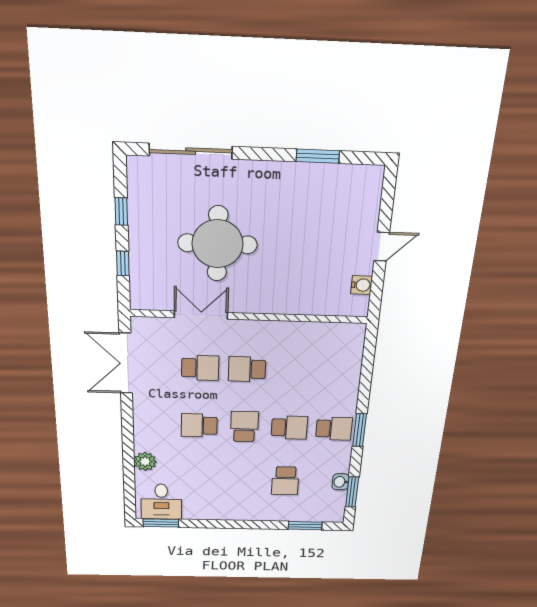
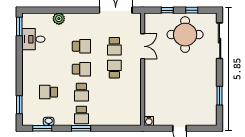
round table: (218, 244) -> (185, 35), moved
water cooler: (362, 285) -> (149, 121), moved
school desk: (199, 425) -> (81, 46), turned 90
desk: (161, 502) -> (33, 39), moved

